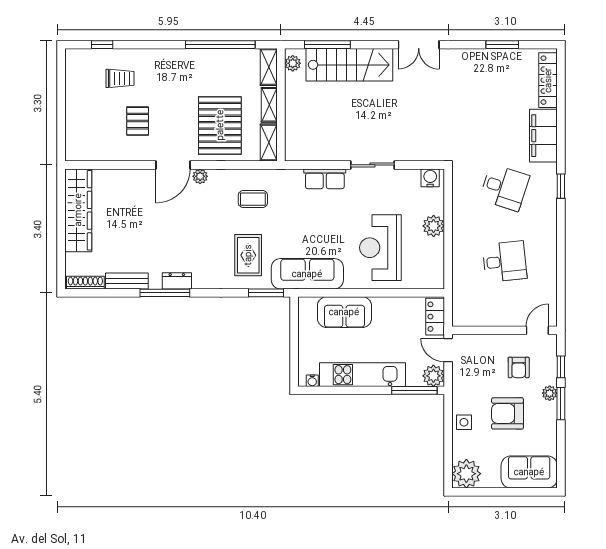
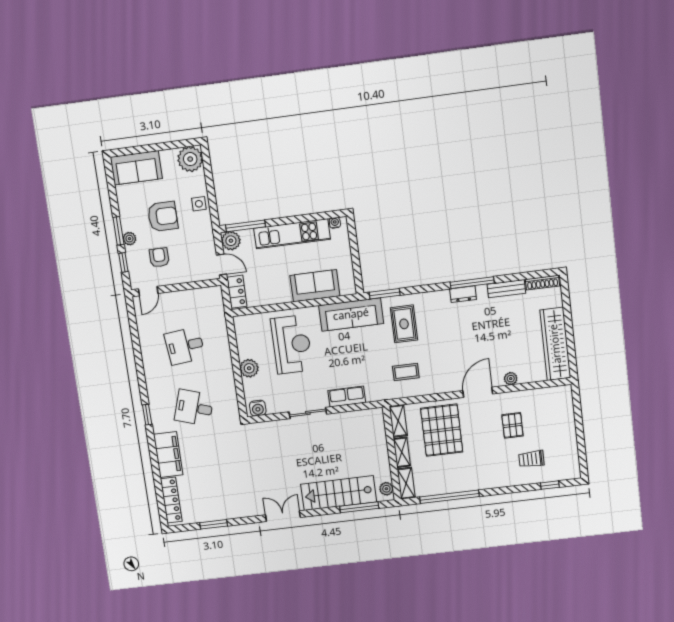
plant: (200, 176) -> (511, 379), moved

